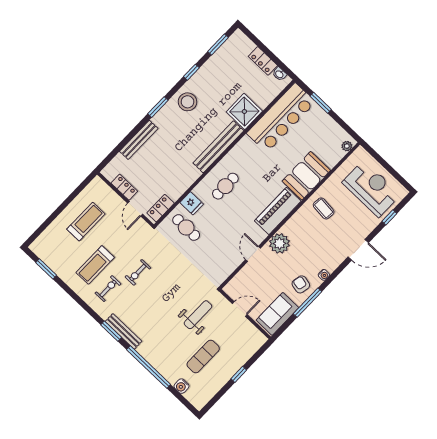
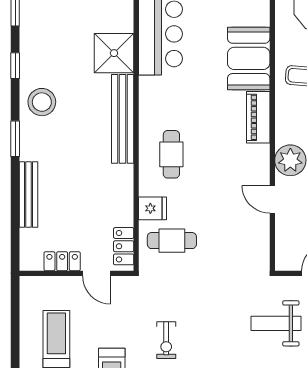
piano: (278, 211) -> (258, 117), width x0.73, depth x0.75
weight bench: (198, 315) -> (276, 323), turned -90

